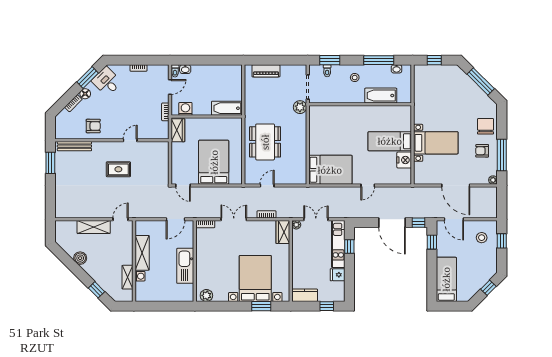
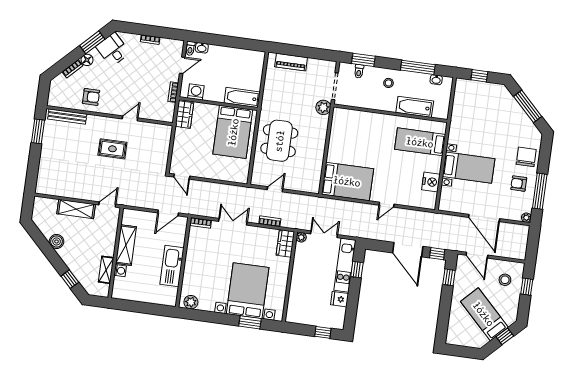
bed: (390, 141) -> (420, 142), moved
bed: (214, 162) -> (233, 132), moved, turned 180
bed: (446, 279) -> (484, 314), moved, turned -45
kitchen counter: (305, 295) -> (300, 317), removed

